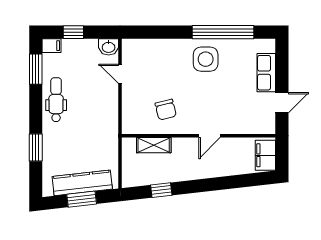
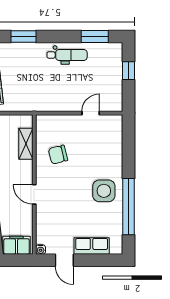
filing cabinet: (52, 46) -> (116, 51), removed
washbasin: (109, 47) -> (115, 103), removed
water cooler: (270, 129) -> (41, 250), added

